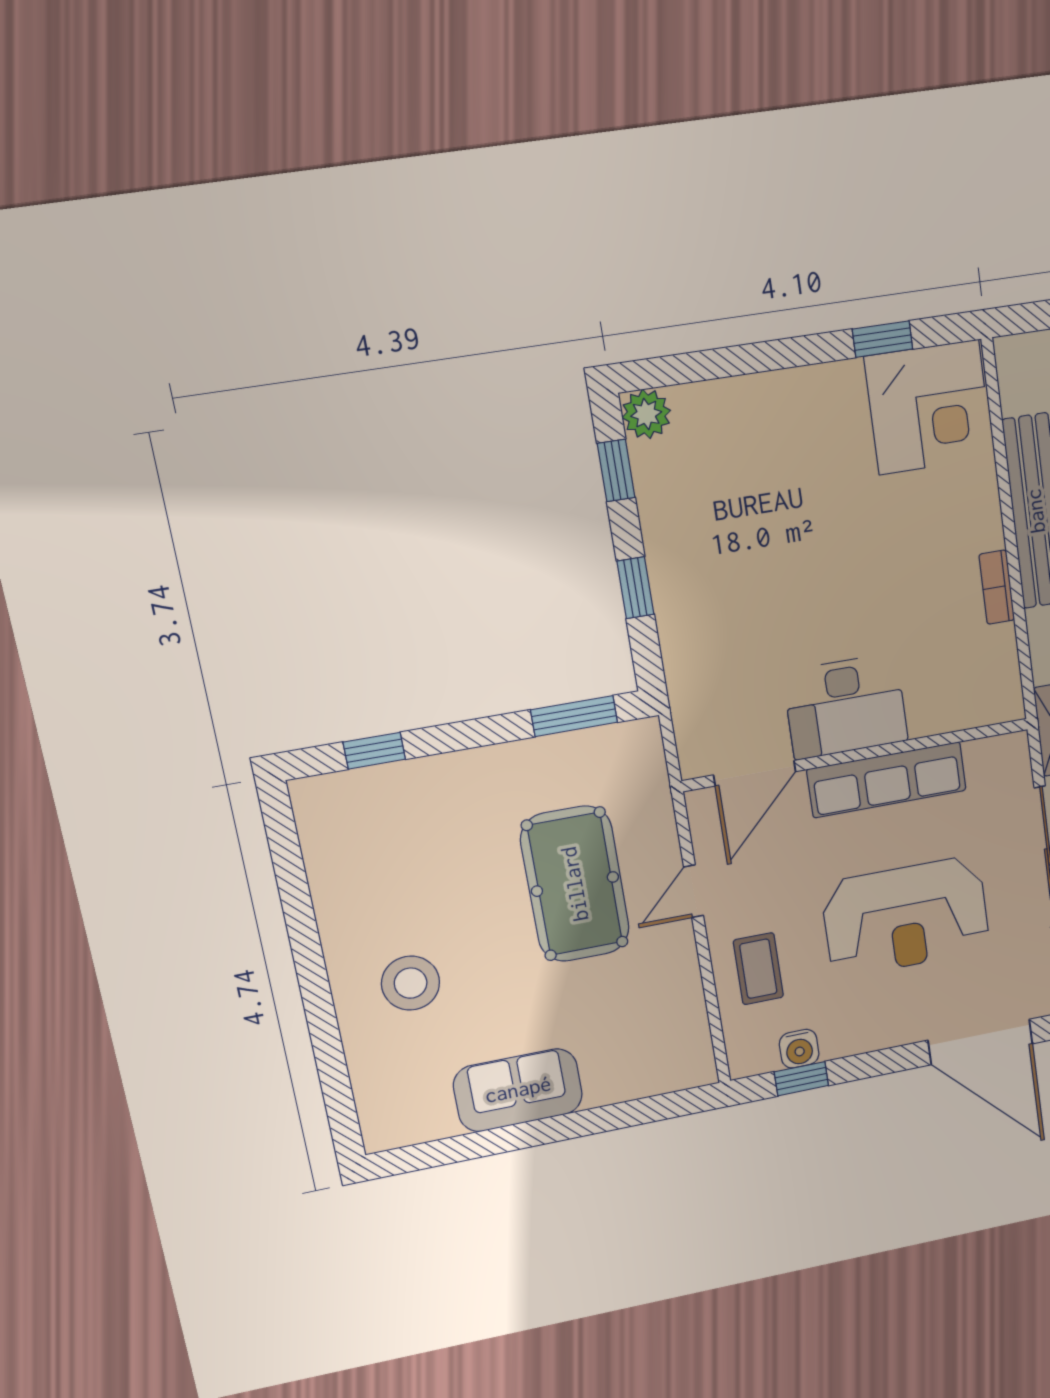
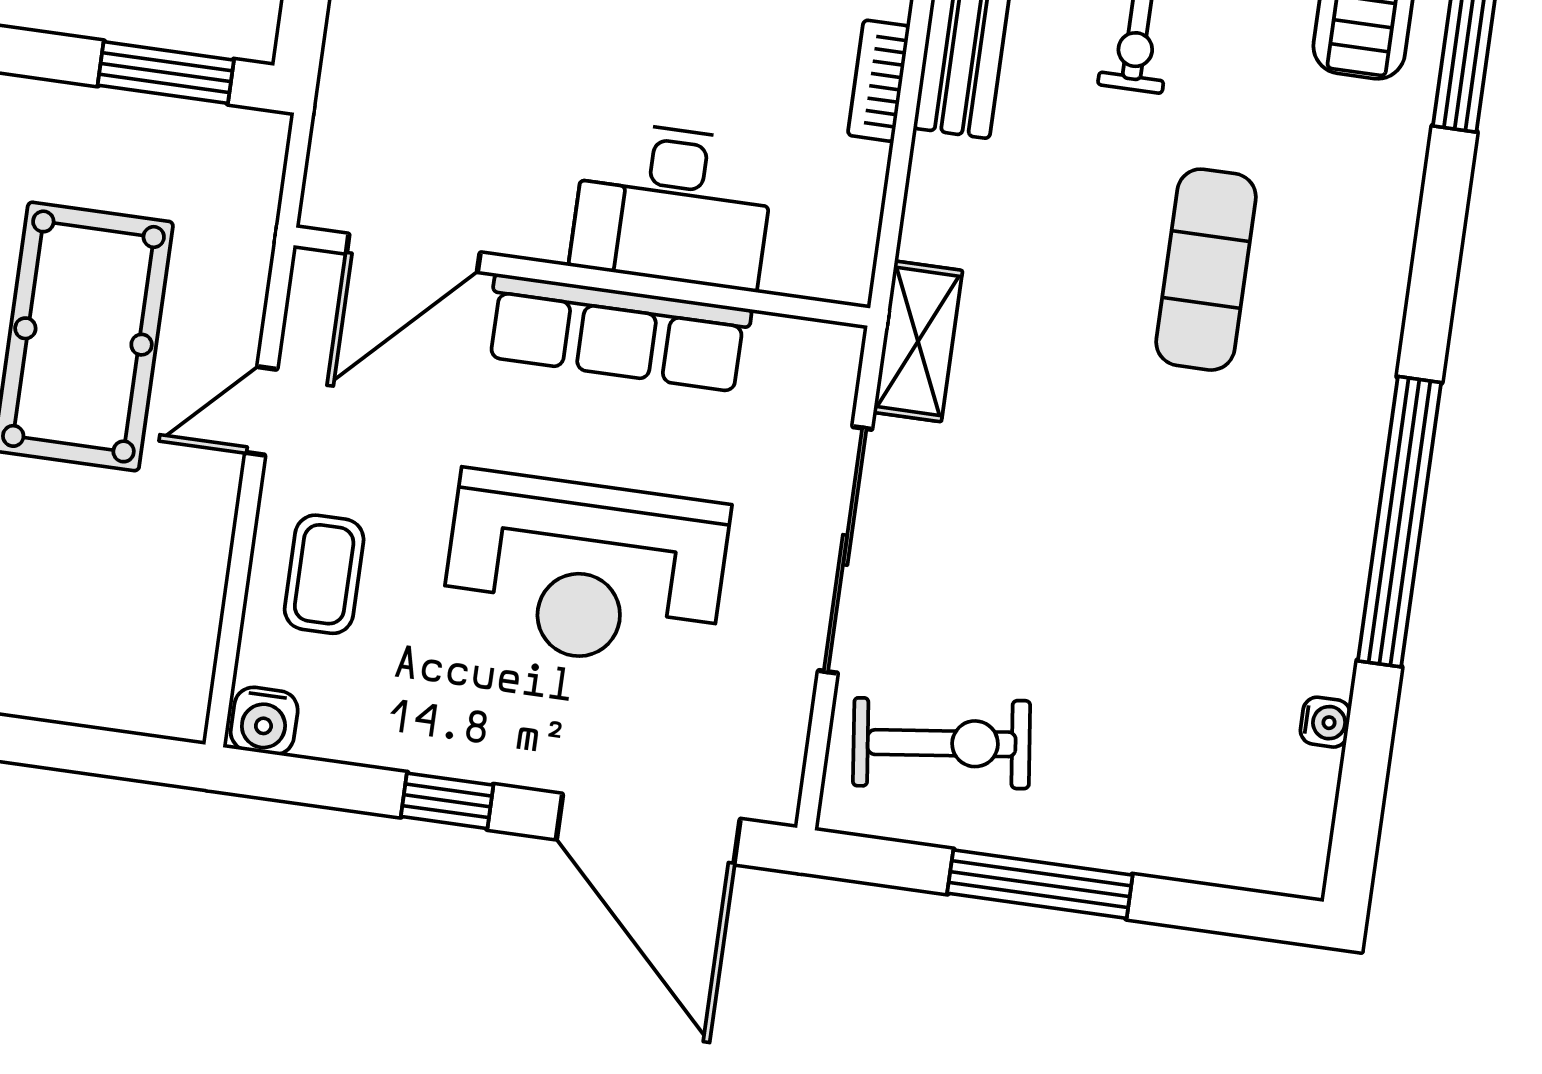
desk: (845, 706) -> (673, 205), moved
water cooler: (799, 1049) -> (264, 721), moved
window: (801, 1079) -> (447, 801), moved

